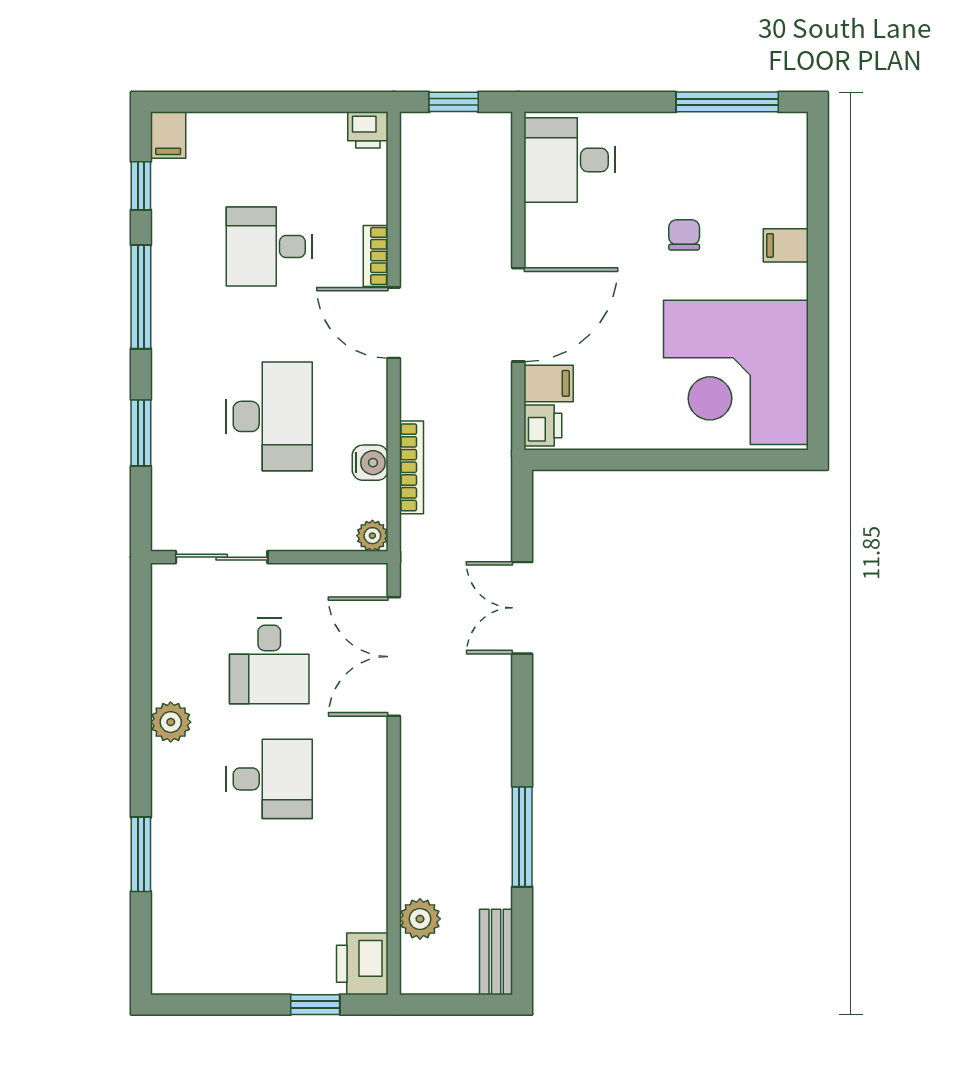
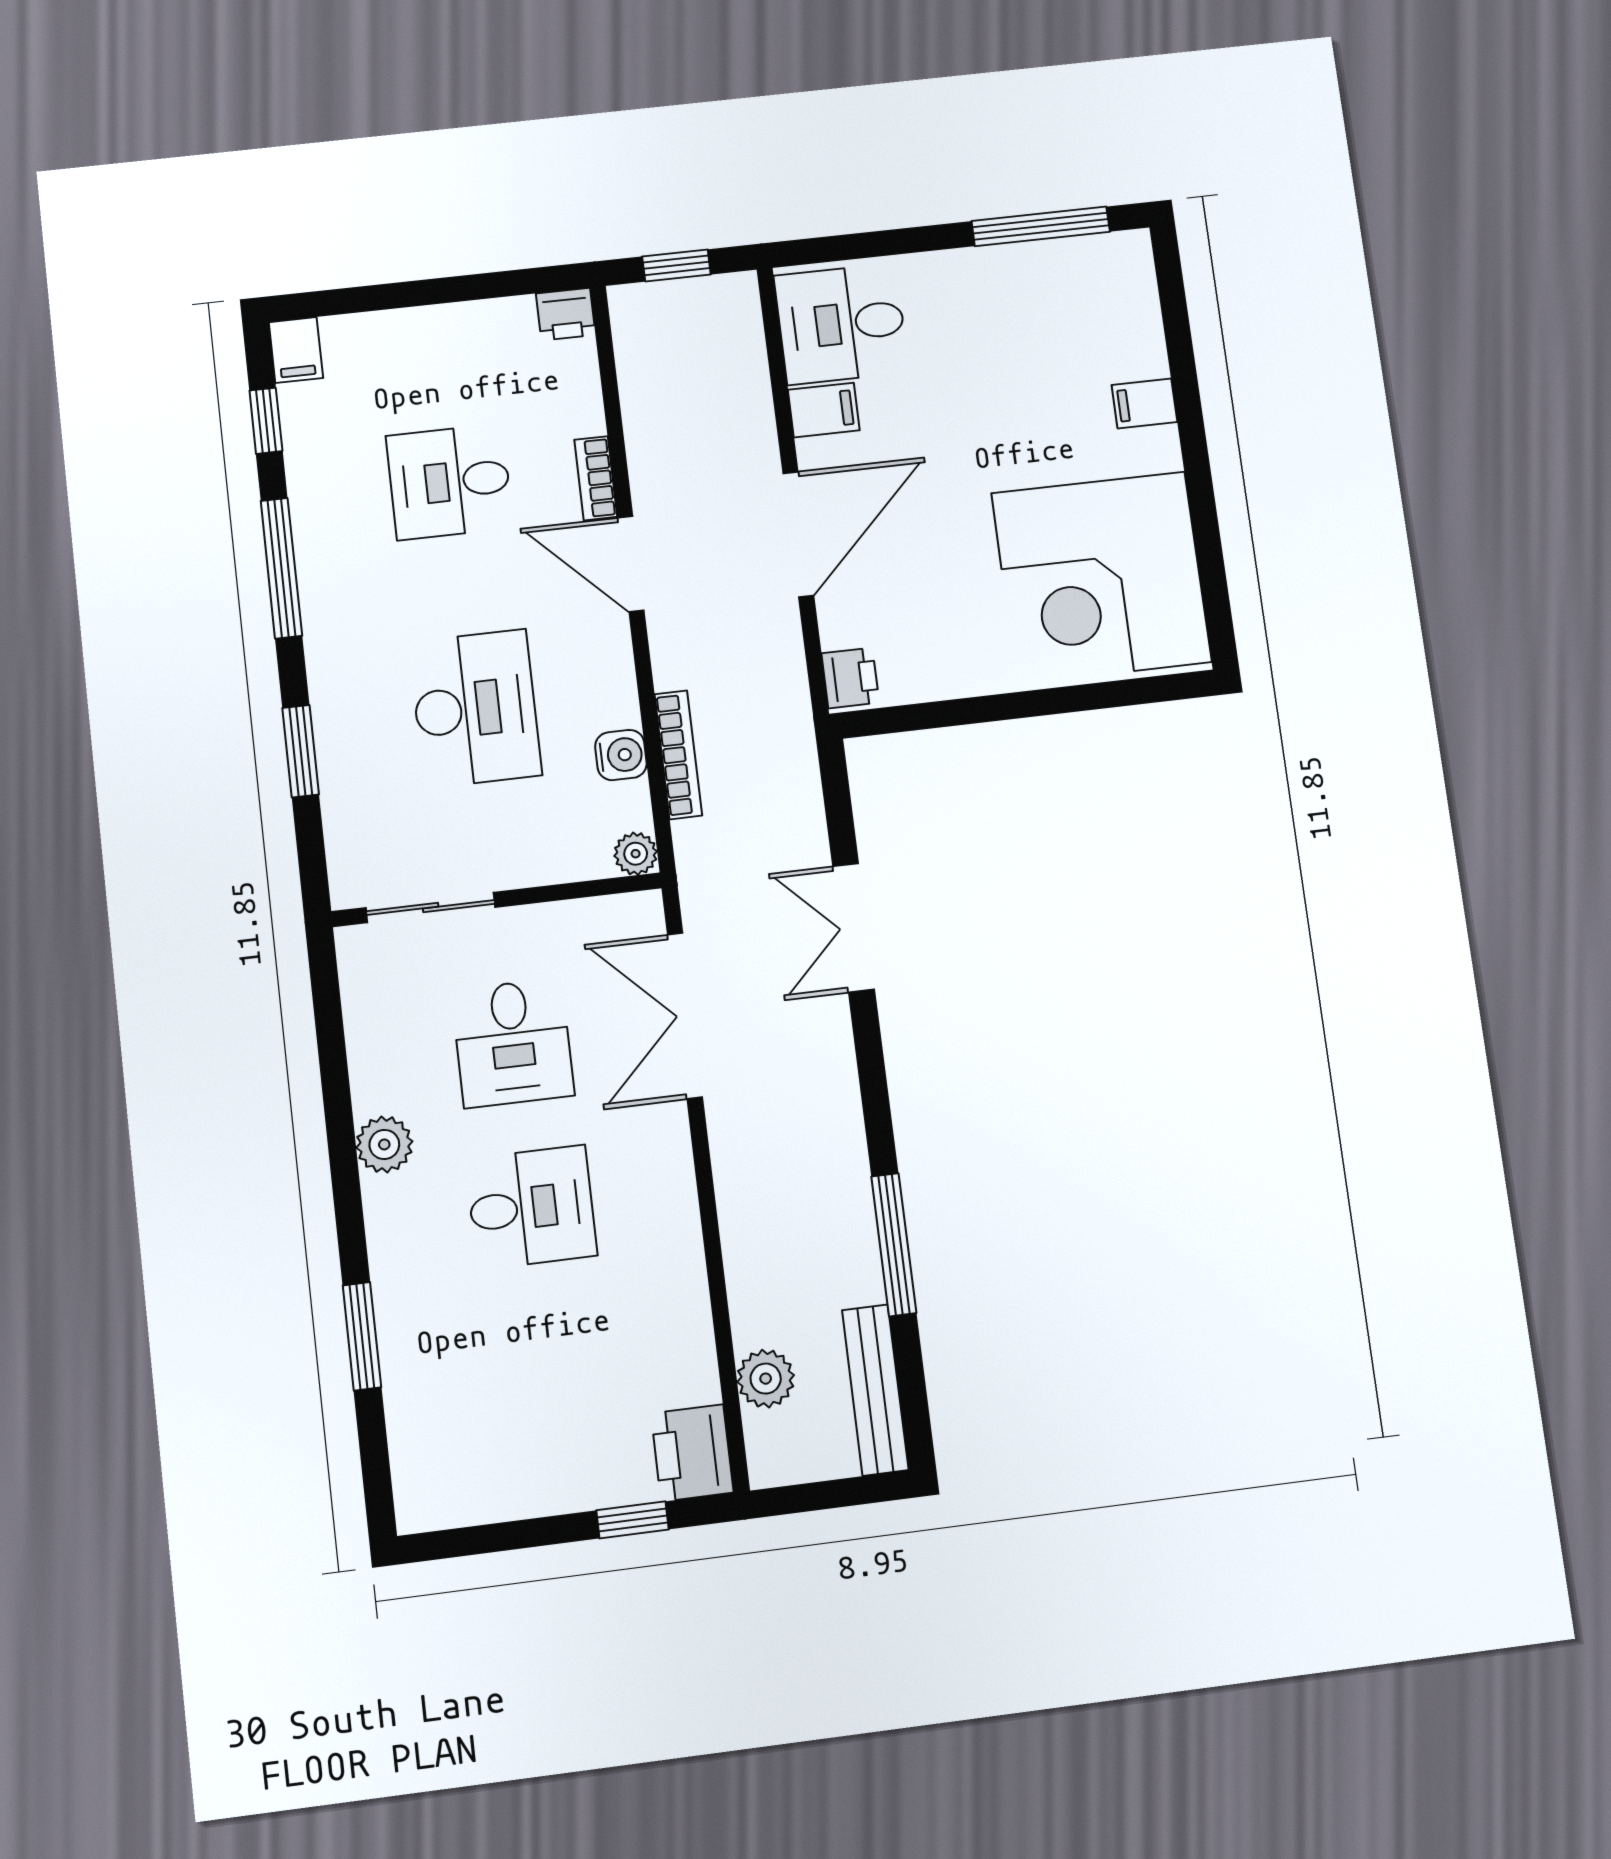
chair: (684, 235) -> (1007, 405), removed
filing cabinet: (549, 383) -> (824, 410), moved
bench: (496, 952) -> (875, 1390), width x1.36

